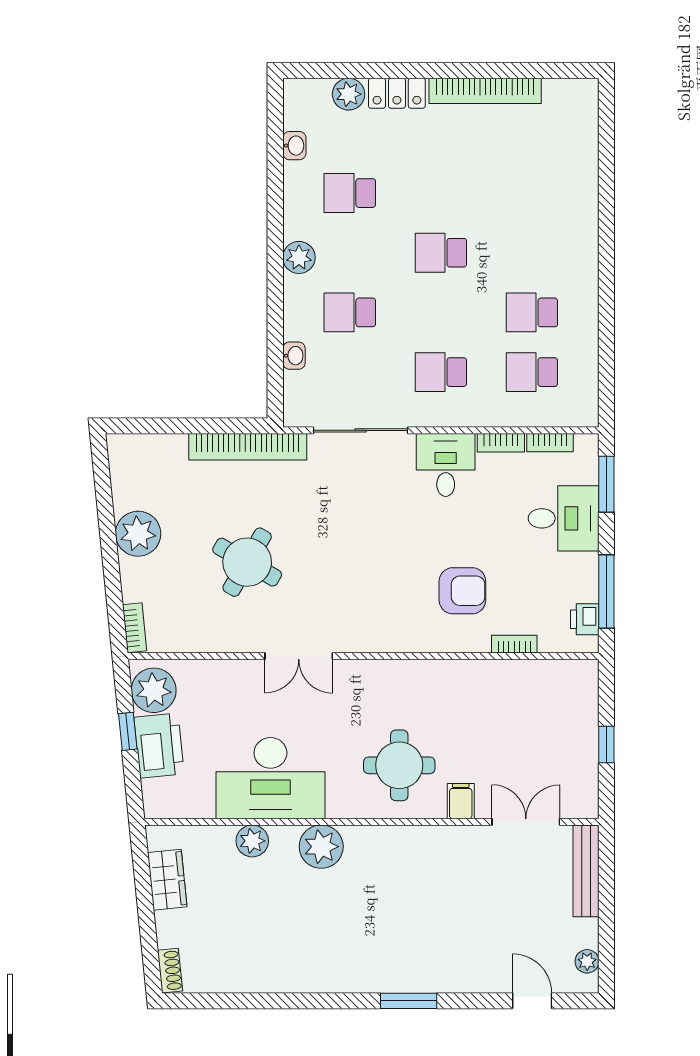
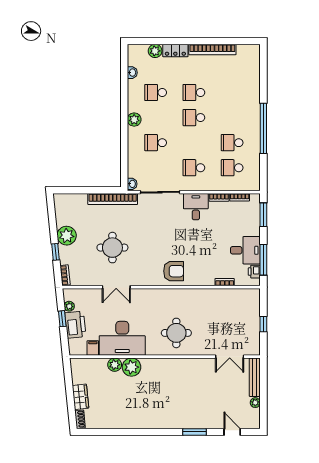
school desk: (441, 193) -> (194, 92), added
window: (606, 278) -> (263, 128), added
washbasin: (294, 356) -> (132, 184), moved
desk: (564, 518) -> (245, 250), moved
round table: (247, 562) -> (112, 248), turned -30
window: (112, 572) -> (56, 252), added
armchair: (462, 591) -> (174, 271), moved
double door: (299, 656) -> (116, 287), moved
plant: (154, 690) -> (69, 306), width x0.53, depth x0.53
filing cabinet: (461, 801) -> (93, 348), moved
double door: (526, 822) -> (230, 357), swing flipped
plant: (321, 847) -> (132, 367), moved
wardrobe: (167, 880) -> (80, 397), moved
plant: (587, 961) -> (255, 403), moved
window: (409, 1001) -> (194, 432), moved

